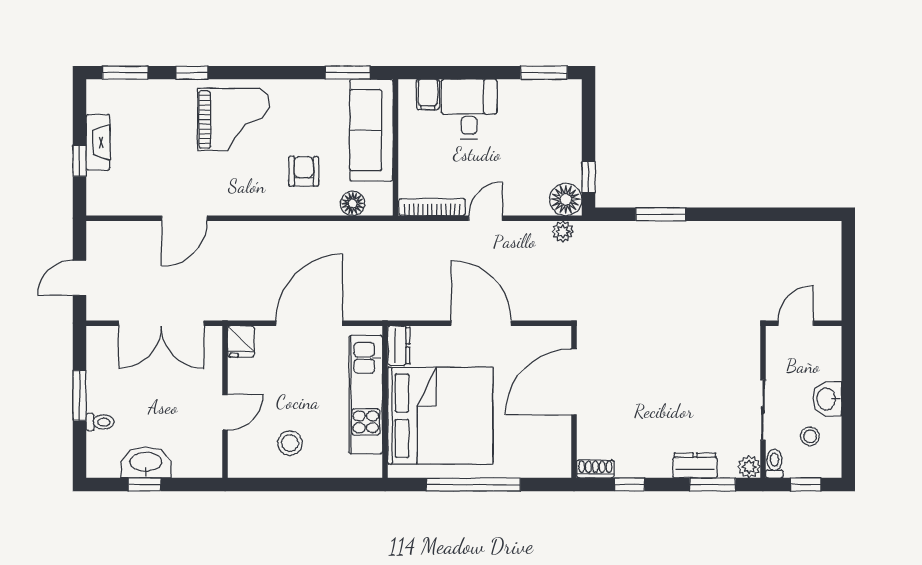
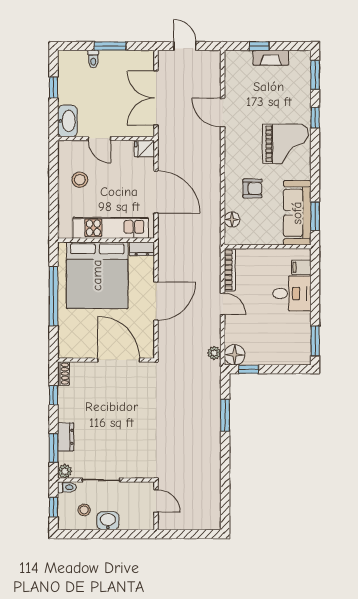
grand piano: (233, 119) -> (285, 144), turned -90
sofa: (371, 130) -> (297, 213), moved, turned -90
washbasin: (146, 463) -> (67, 121), moved

